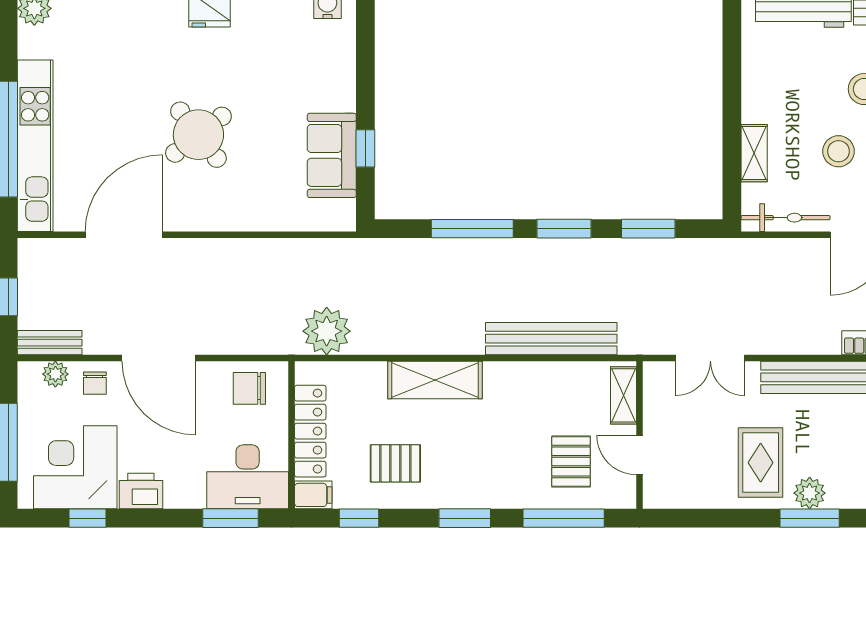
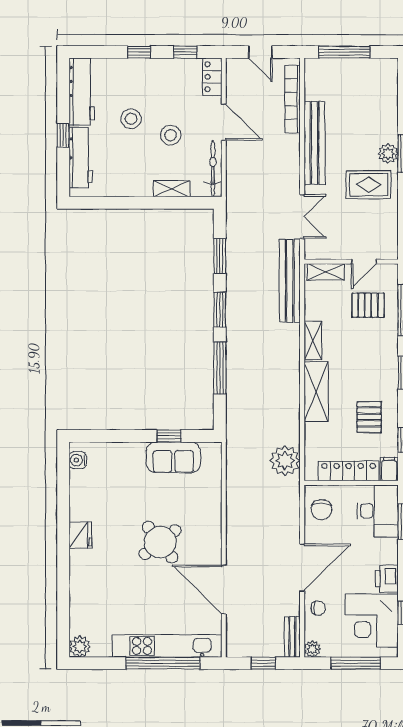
bench: (551, 339) -> (290, 281), moved
plant: (55, 374) -> (312, 649), moved
shelving: (515, 375) -> (313, 341), added

